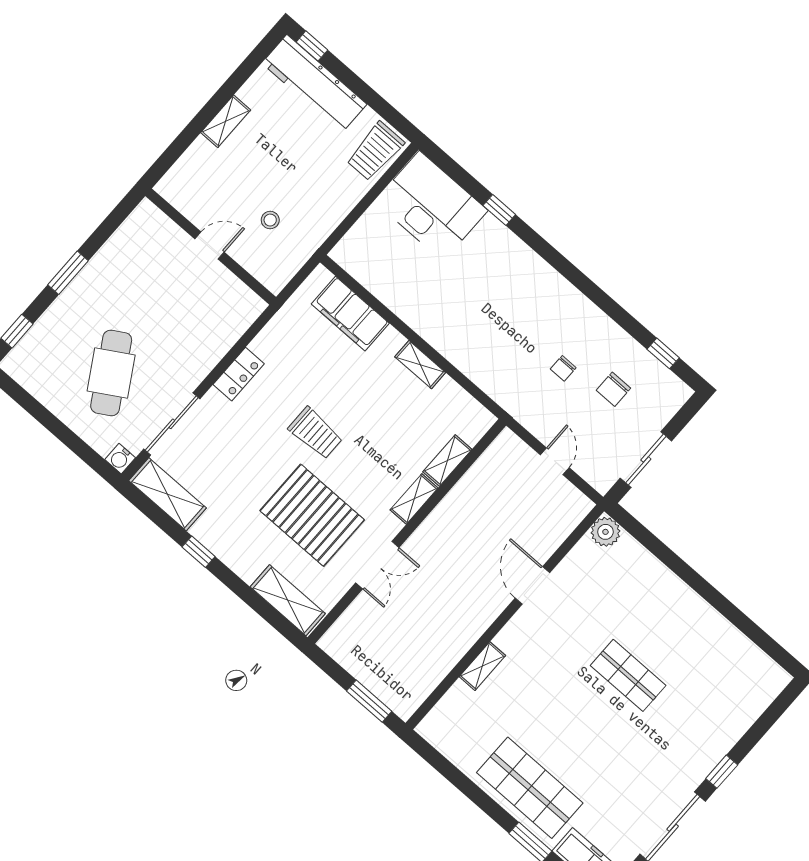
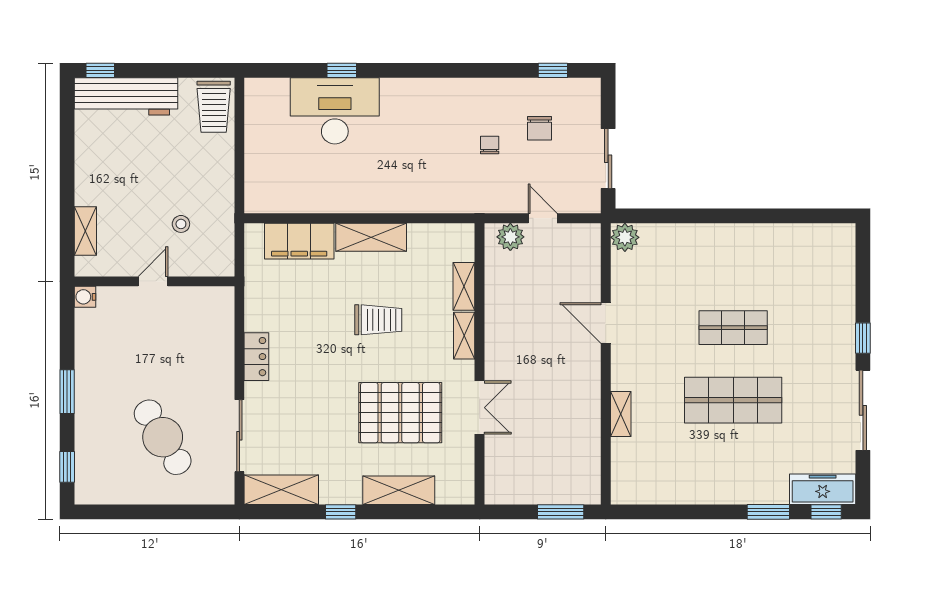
shelving: (226, 121) -> (85, 231), moved
desk: (431, 206) -> (335, 111), moved
shelving: (420, 365) -> (371, 237), width x1.50, depth x1.33
chair: (563, 368) -> (490, 145), turned 180
trolley: (316, 433) -> (378, 320), moved
plant: (517, 454) -> (510, 237), added
water cooler: (120, 459) -> (85, 297), moved, turned 90
shelving: (288, 600) -> (399, 490), moved
shop shelf: (530, 788) -> (733, 400), moved

